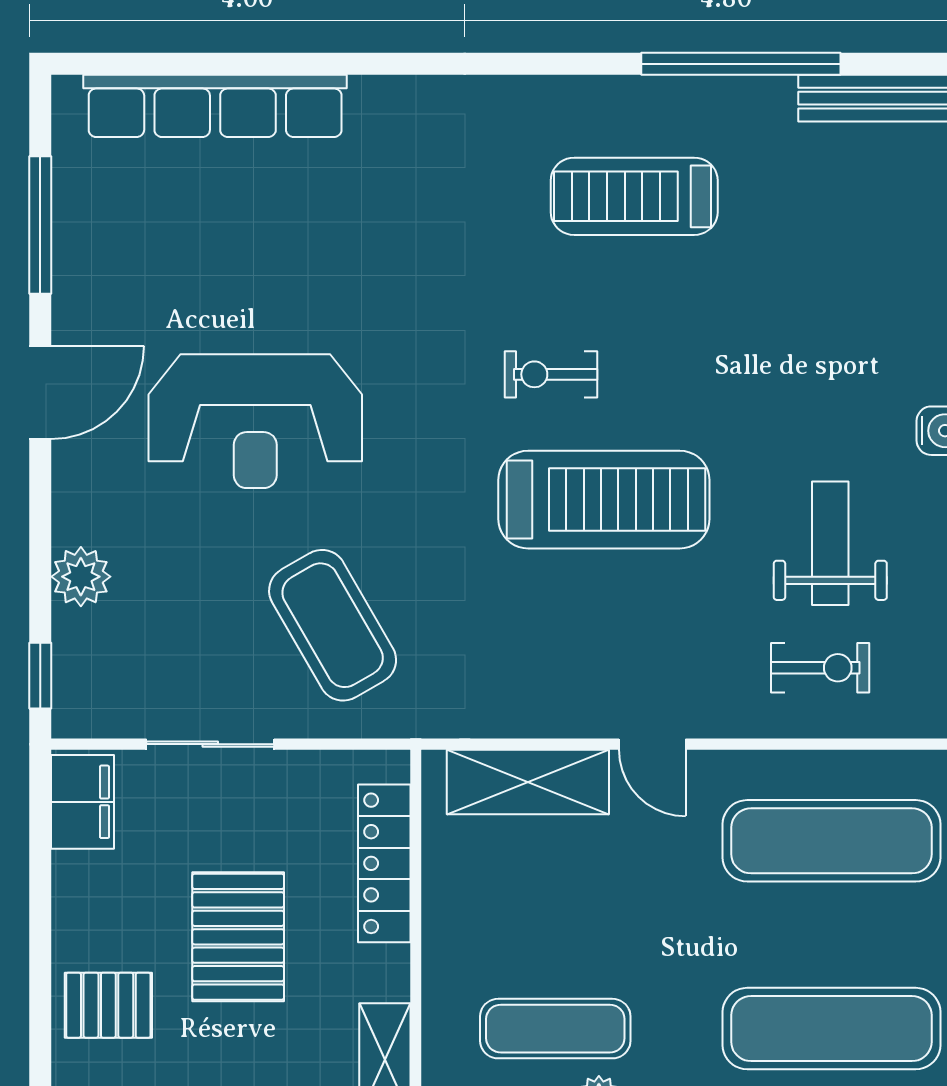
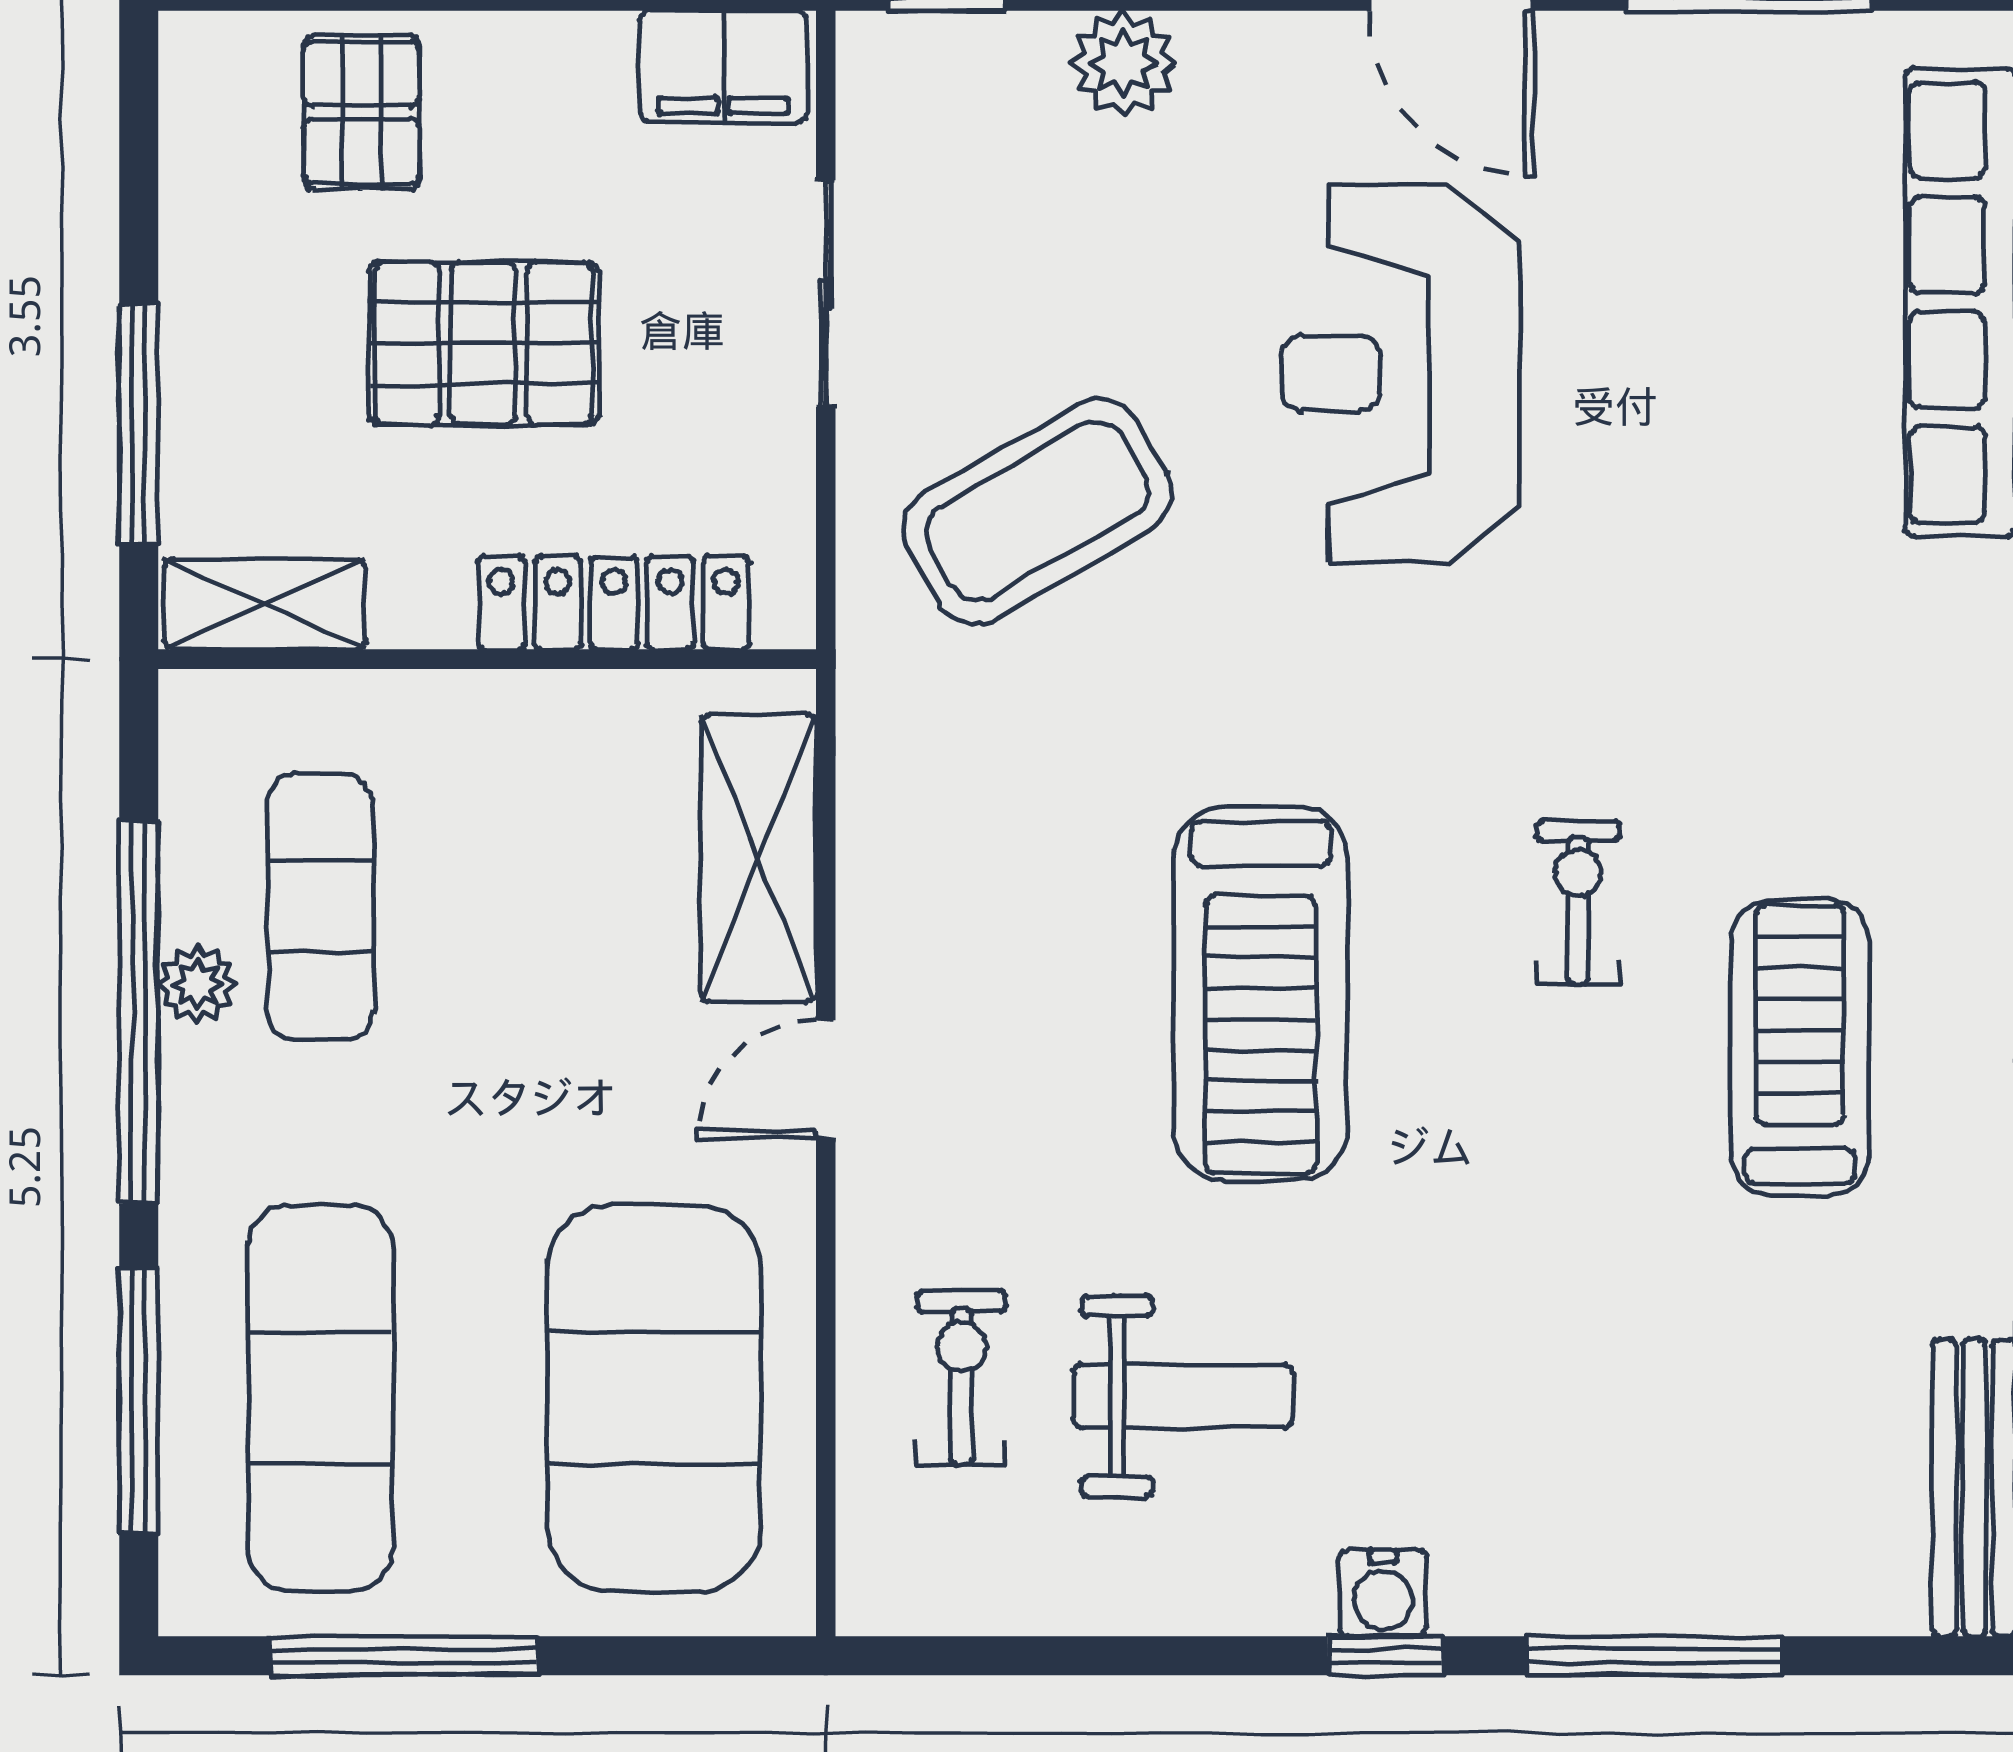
exercise bike: (551, 374) -> (1578, 902), moved
exercise bike: (820, 668) -> (962, 1378), turned 180
exercise mat: (831, 841) -> (654, 1398), width x1.47

